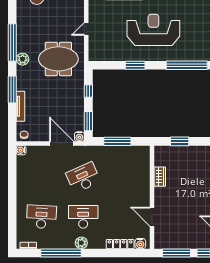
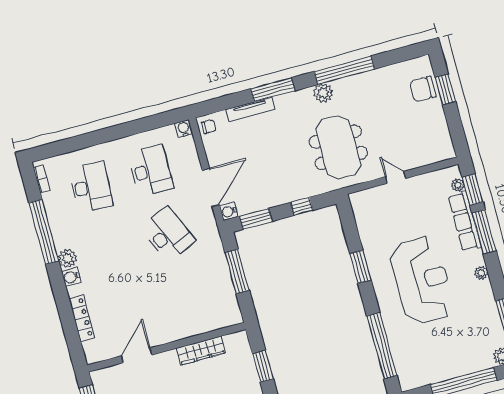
wardrobe: (160, 177) -> (201, 350), width x1.50
desk: (83, 217) -> (151, 171), moved
water cooler: (140, 244) -> (71, 277), moved

